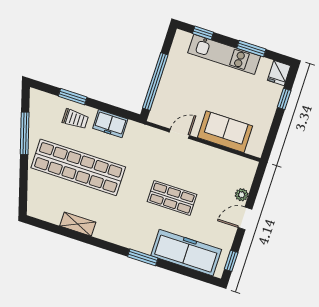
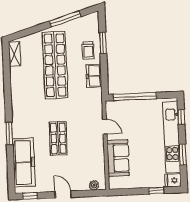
kitchen unit: (224, 54) -> (172, 137), width x1.36
plant: (242, 195) -> (94, 185), moved
shelving: (78, 224) -> (14, 54), moved

